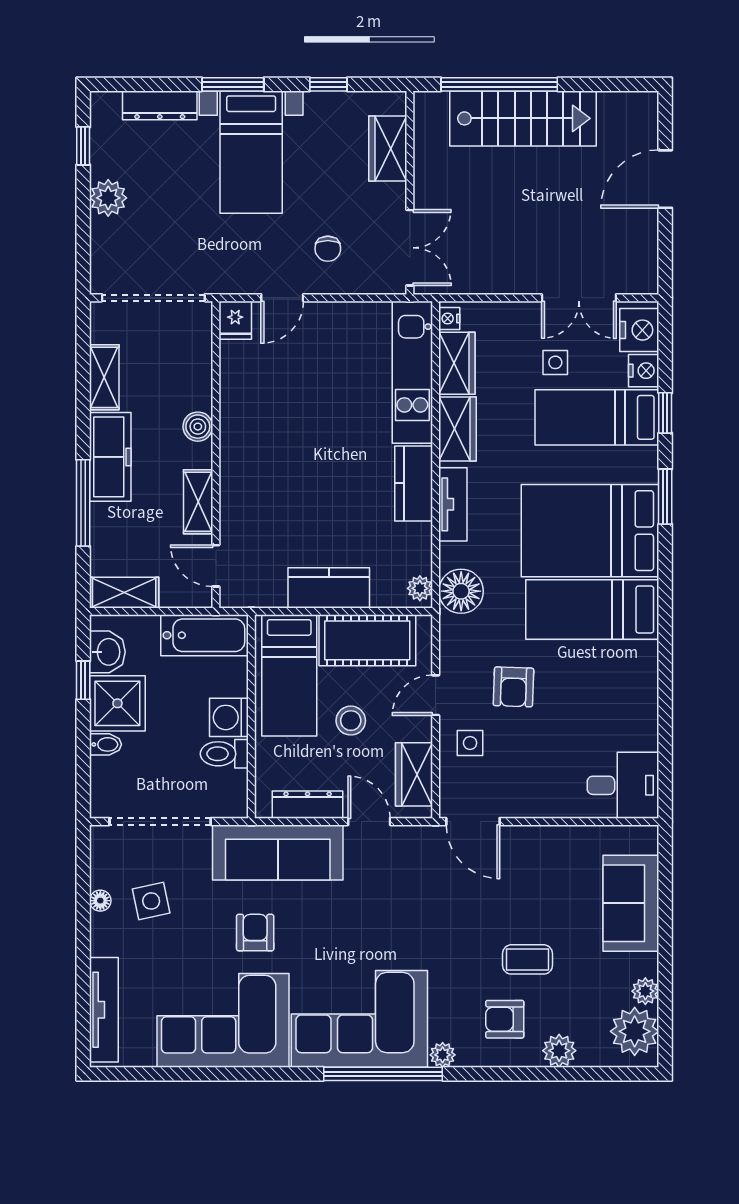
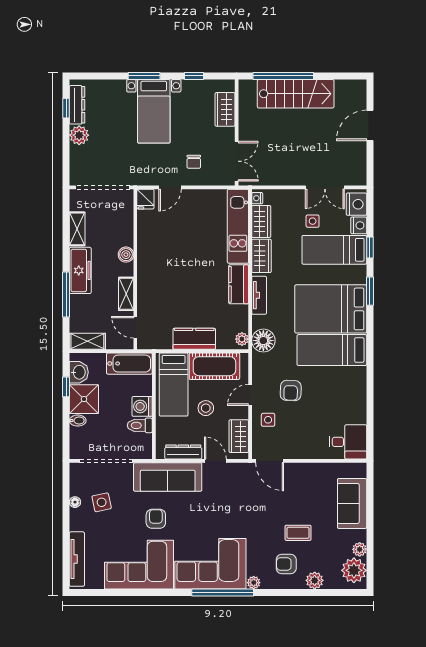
dresser: (160, 105) -> (77, 105), moved, turned -90

